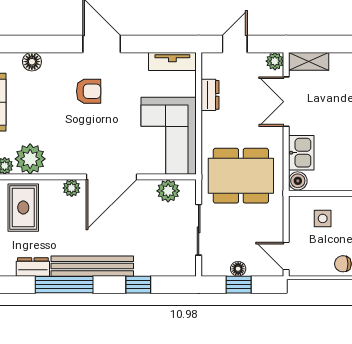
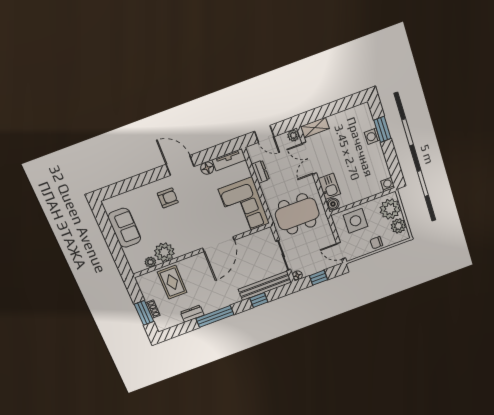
door: (235, 44) -> (264, 134), swing flipped
floor lamp: (32, 62) -> (207, 168), moved
armchair: (89, 91) -> (168, 198), moved
plant: (72, 188) -> (197, 260), removed
plant: (168, 191) -> (256, 239), removed
side table: (323, 218) -> (356, 221), width x1.87, depth x1.87
bench: (92, 266) -> (265, 286), moved
floor lamp: (238, 269) -> (297, 275), moved

